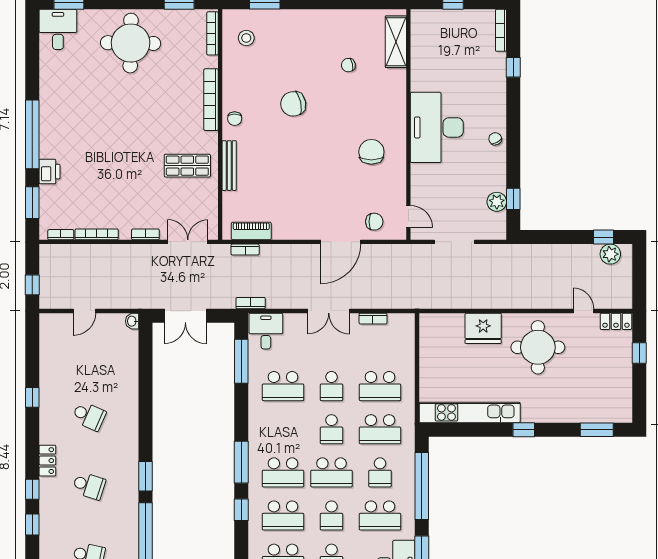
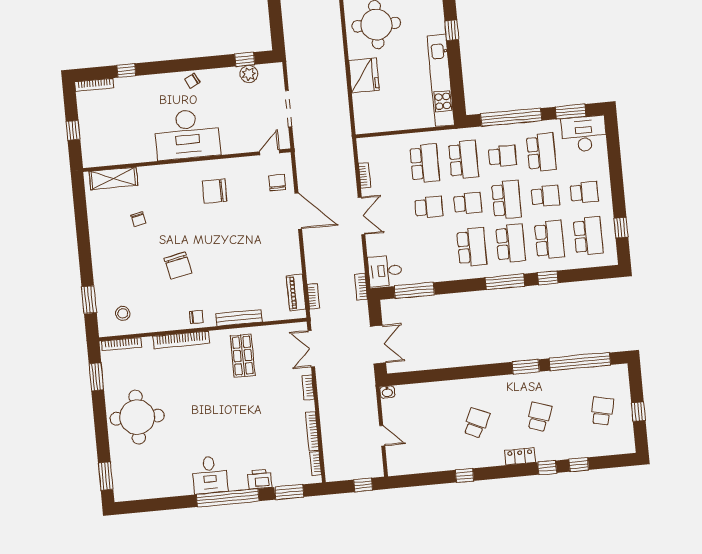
desk: (58, 29) -> (210, 475), moved, turned -90
school desk: (283, 386) -> (472, 247), moved

